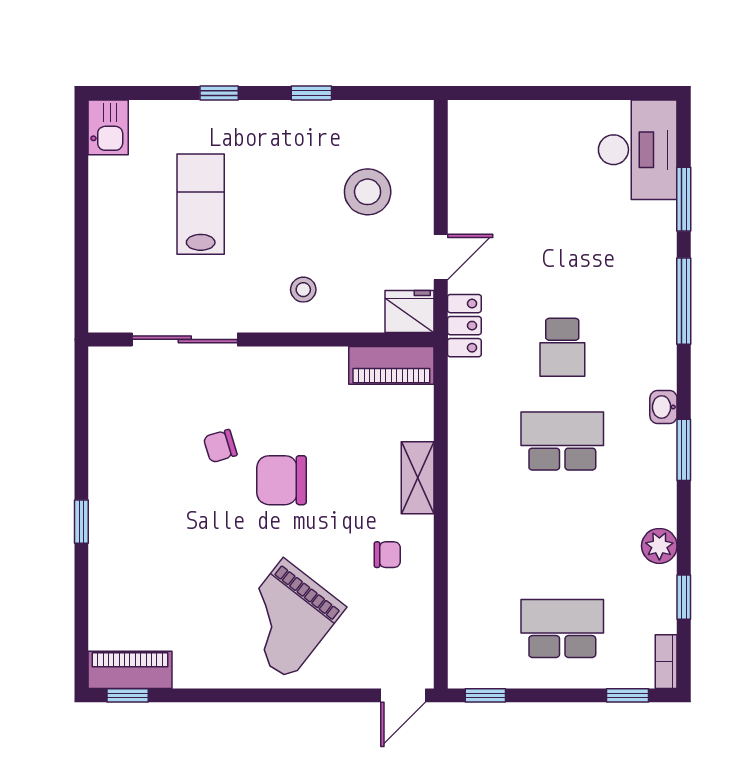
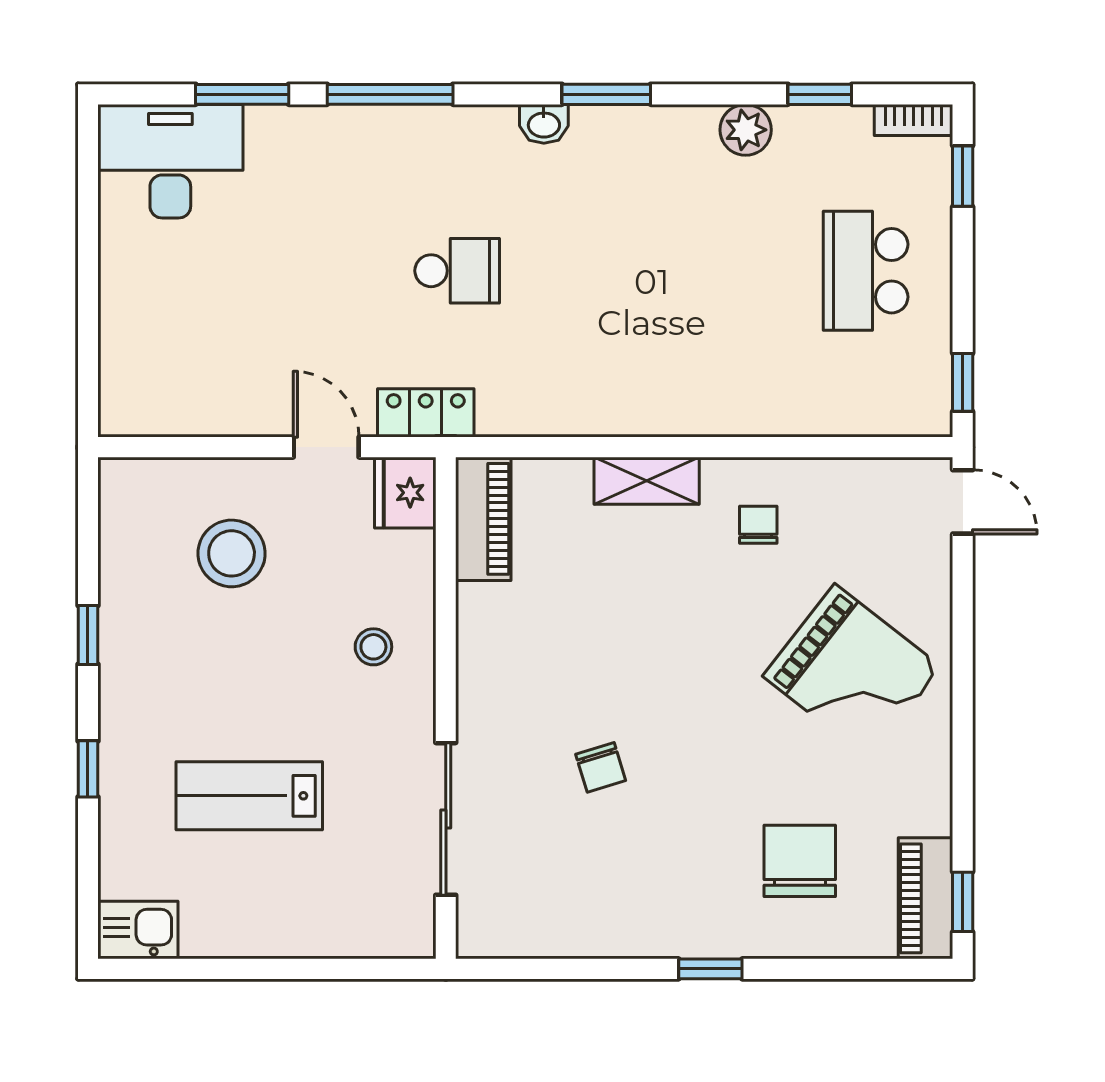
school desk: (562, 441) -> (593, 271), removed
chair: (282, 480) -> (800, 861), moved, turned 180

